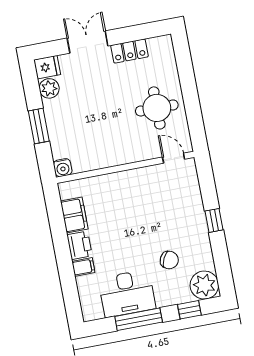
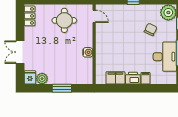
locker: (129, 51) -> (30, 16), moved
door: (174, 158) -> (94, 16), swing flipped
water cooler: (63, 168) -> (88, 52), moved

